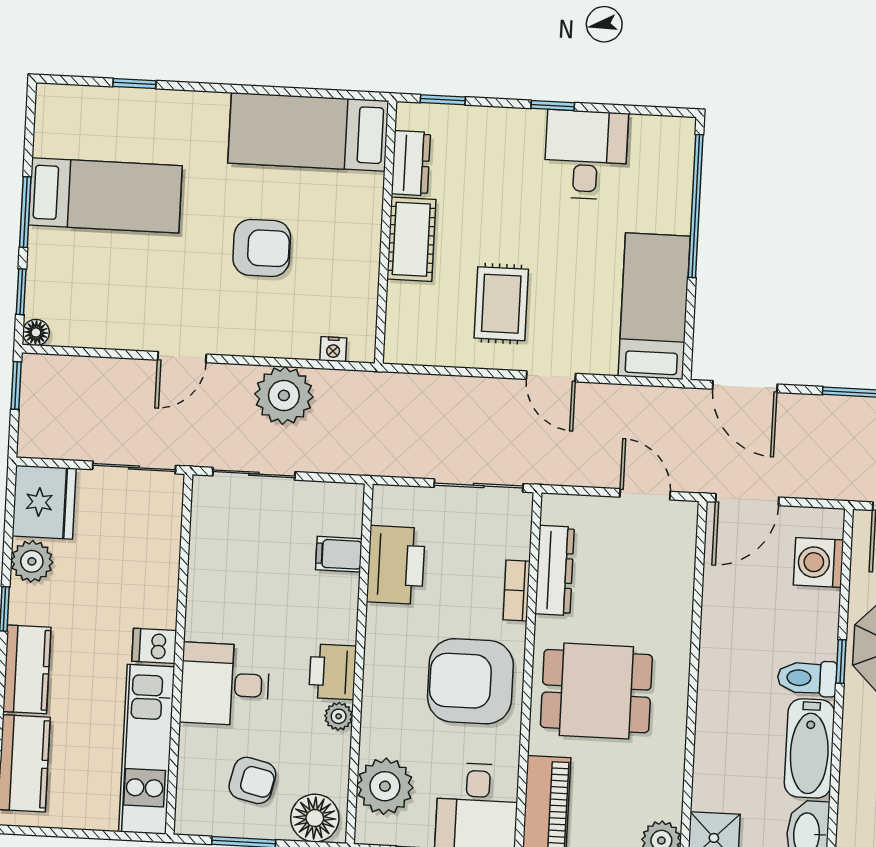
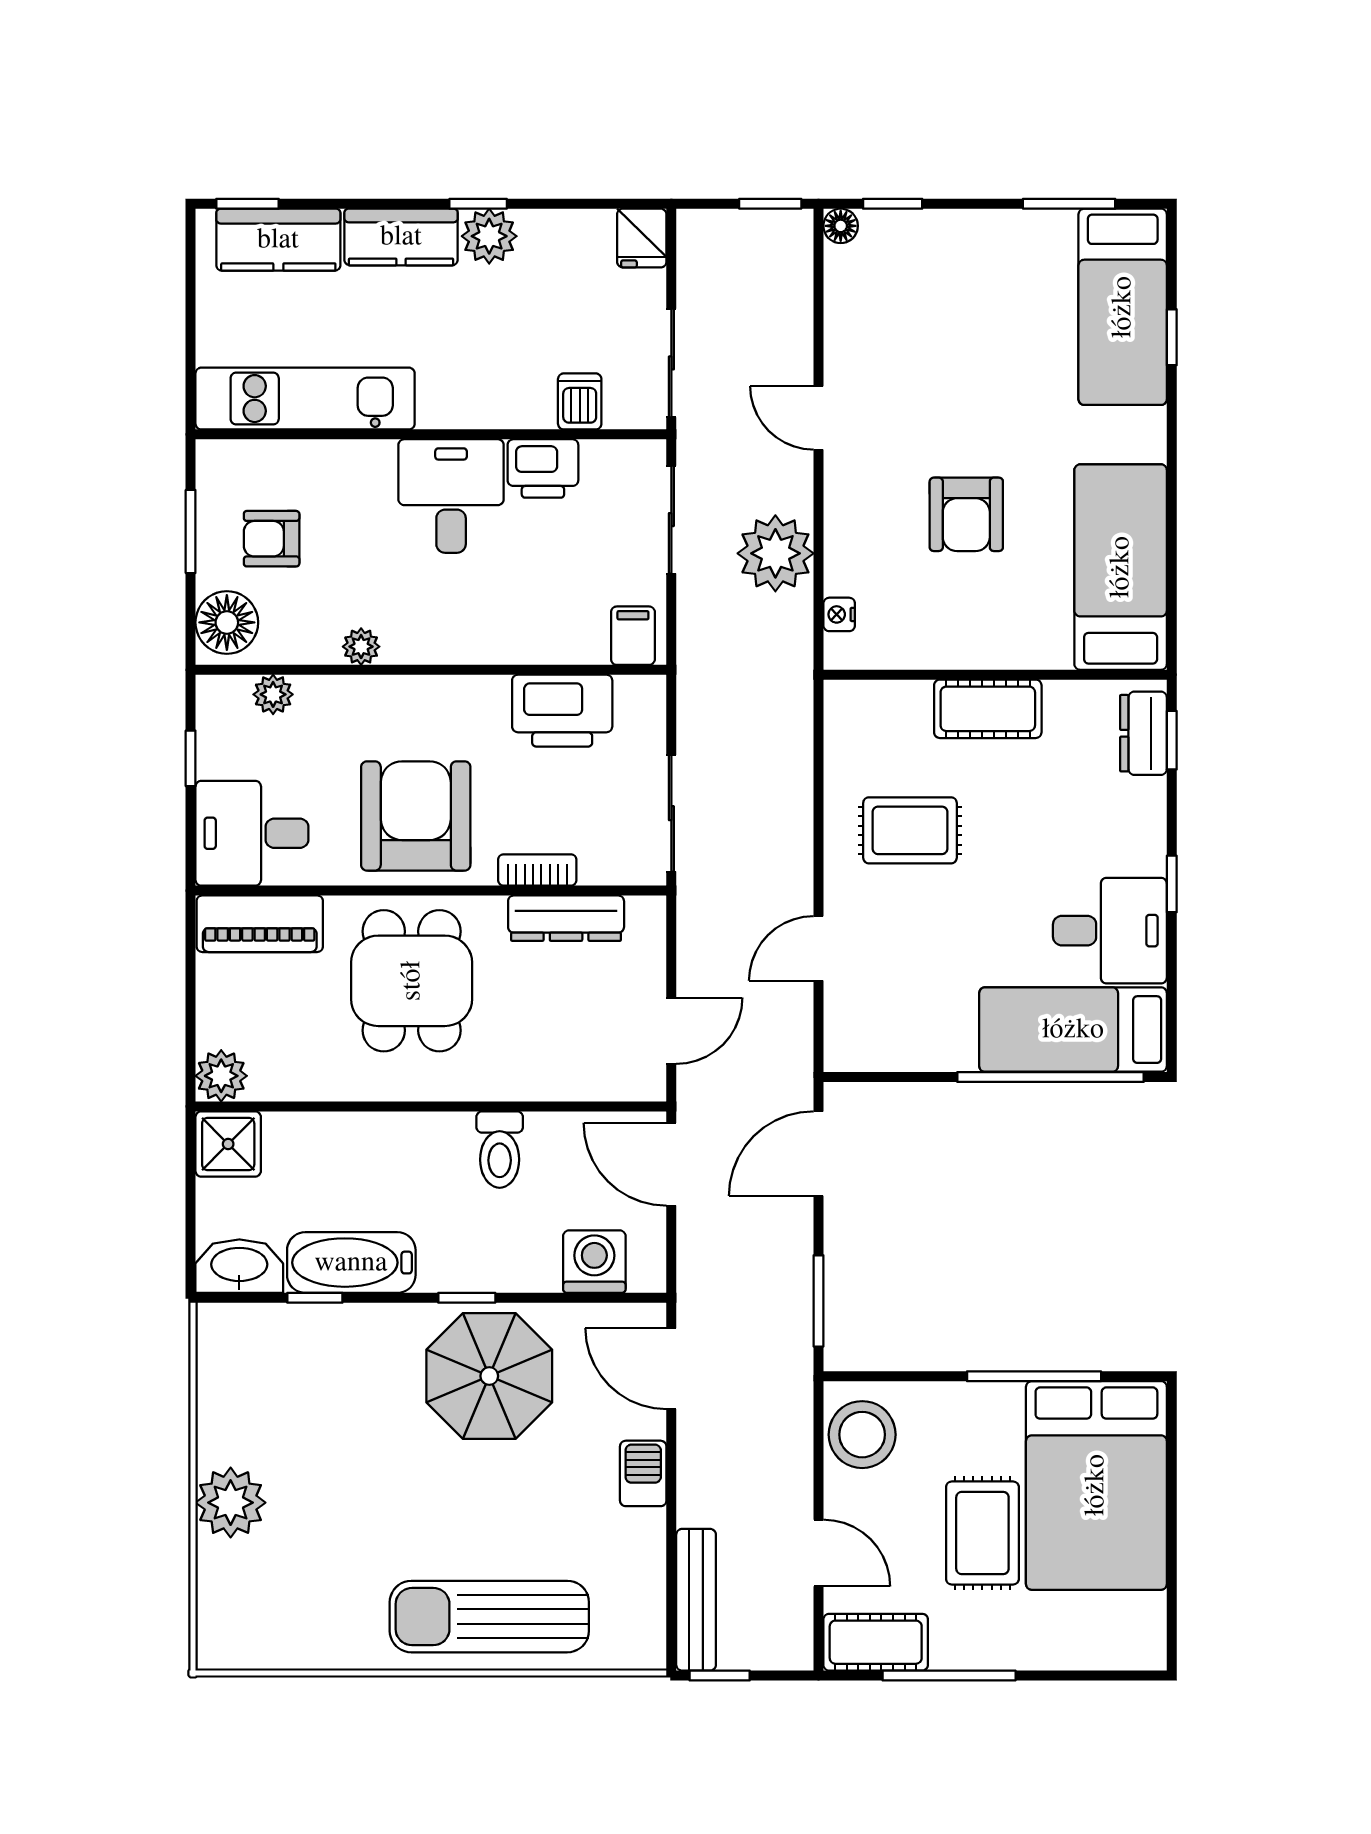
dresser: (411, 163) -> (1143, 733), moved, turned 90
bed: (105, 195) -> (1123, 307), moved
window: (25, 212) -> (1069, 204), moved
bed: (654, 306) -> (1073, 1030), moved, turned 180
door: (551, 376) -> (819, 948), moved
fridge: (44, 502) -> (642, 238), width x0.53, depth x0.75
filing cabinet: (339, 554) -> (633, 636), moved
plant: (32, 561) -> (489, 236), moved
dishwasher: (154, 646) -> (580, 401), moved
printer: (333, 672) -> (543, 468), moved, turned 180
toilet: (807, 678) -> (500, 1150), moved, turned 180
desk: (225, 684) -> (451, 496), moved
window: (835, 778) -> (315, 1298), added
armchair: (252, 780) -> (272, 539), turned 77
plant: (385, 786) -> (273, 694), width x0.53, depth x0.53

